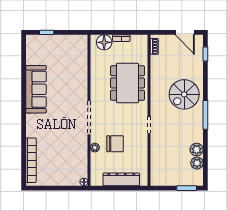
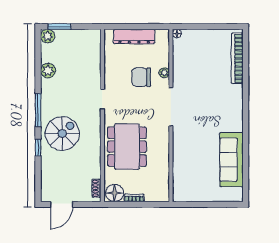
window: (47, 32) -> (219, 204), removed
door: (185, 32) -> (61, 204), swing flipped
floor lamp: (104, 42) -> (115, 193), moved
window: (205, 54) -> (38, 148), moved
sofa: (36, 89) -> (231, 160), moved
plant: (197, 163) -> (48, 36), moved

